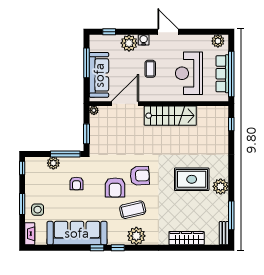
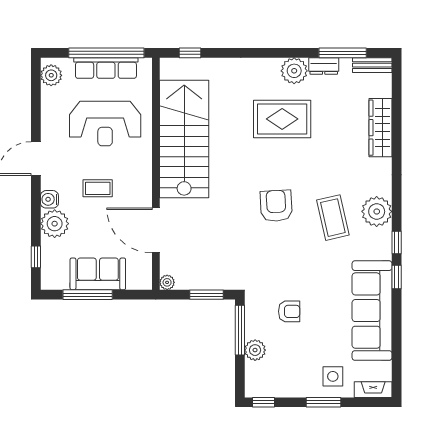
sofa: (99, 75) -> (98, 274), width x0.73
stairs: (170, 116) -> (184, 139), width x1.36, depth x1.51
rug: (192, 179) -> (282, 119), turned 90
armchair: (115, 187) -> (296, 247), removed
dresser: (223, 204) -> (324, 66), added

